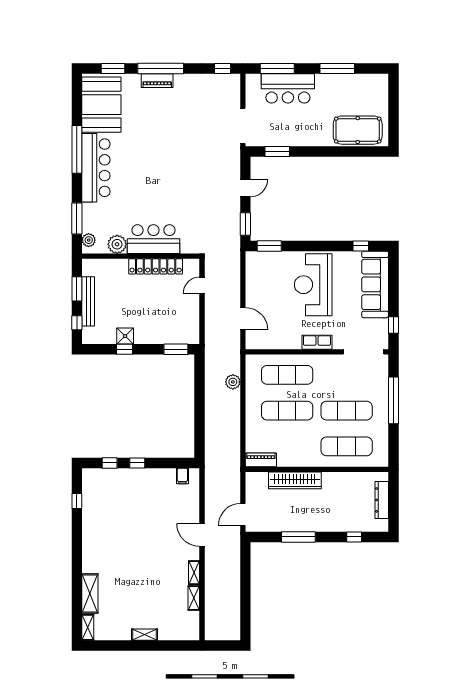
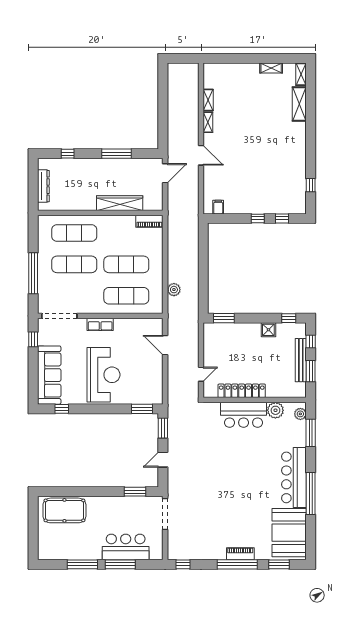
window: (277, 69) -> (120, 564), moved
window: (125, 349) -> (289, 318), moved
shelving: (145, 635) -> (271, 68), moved

